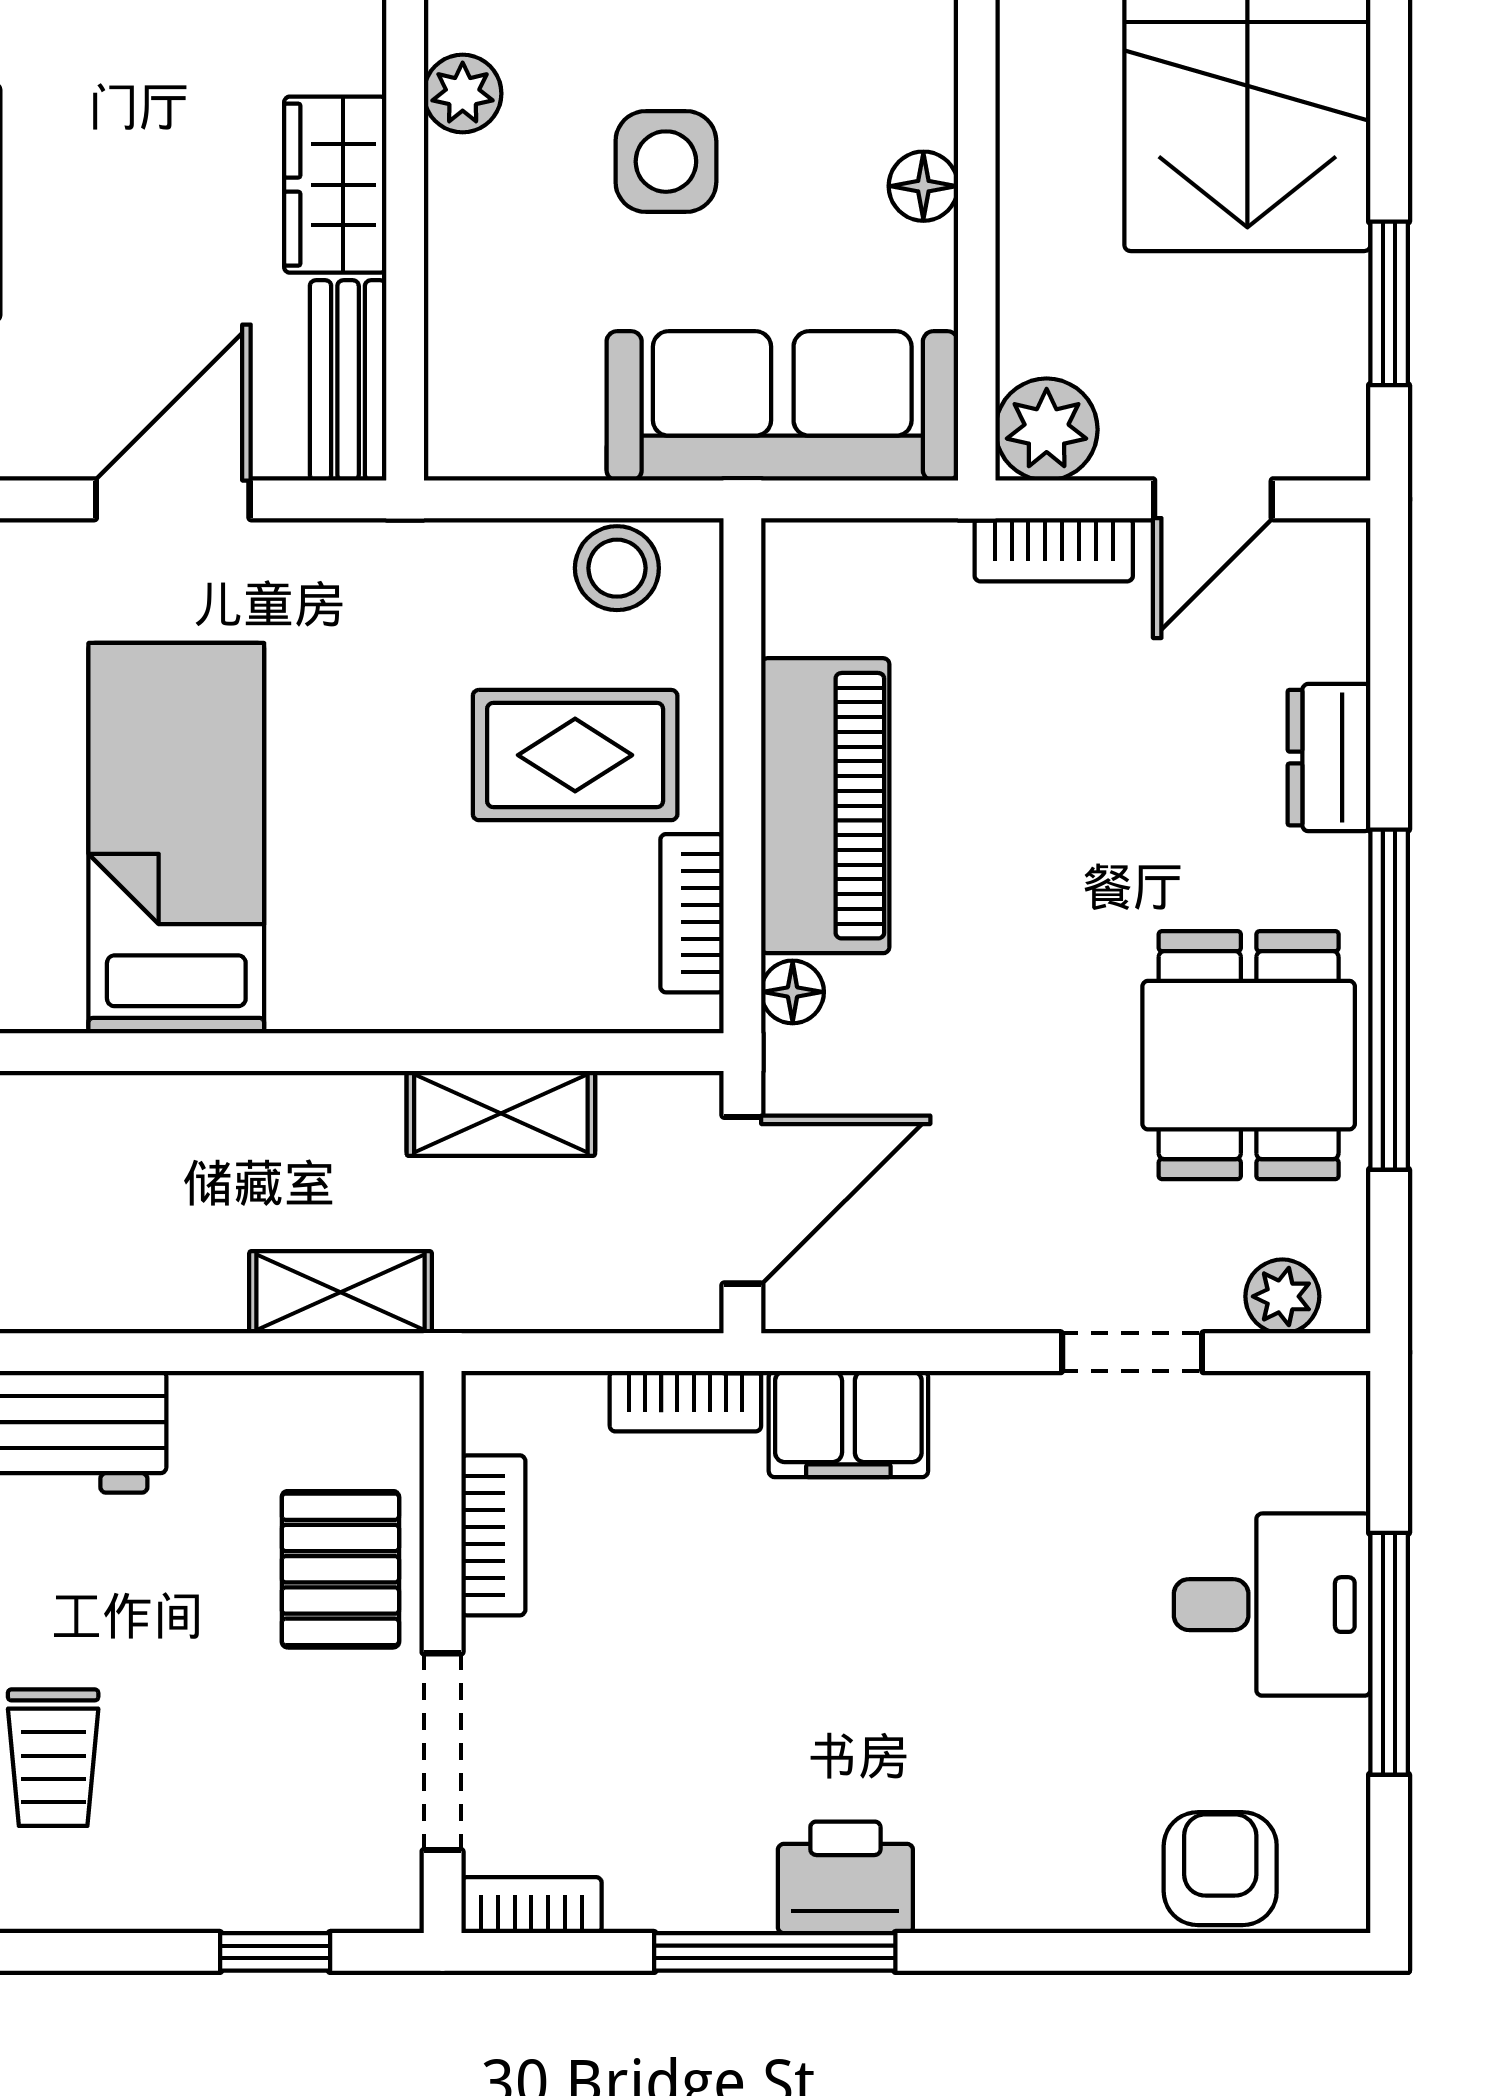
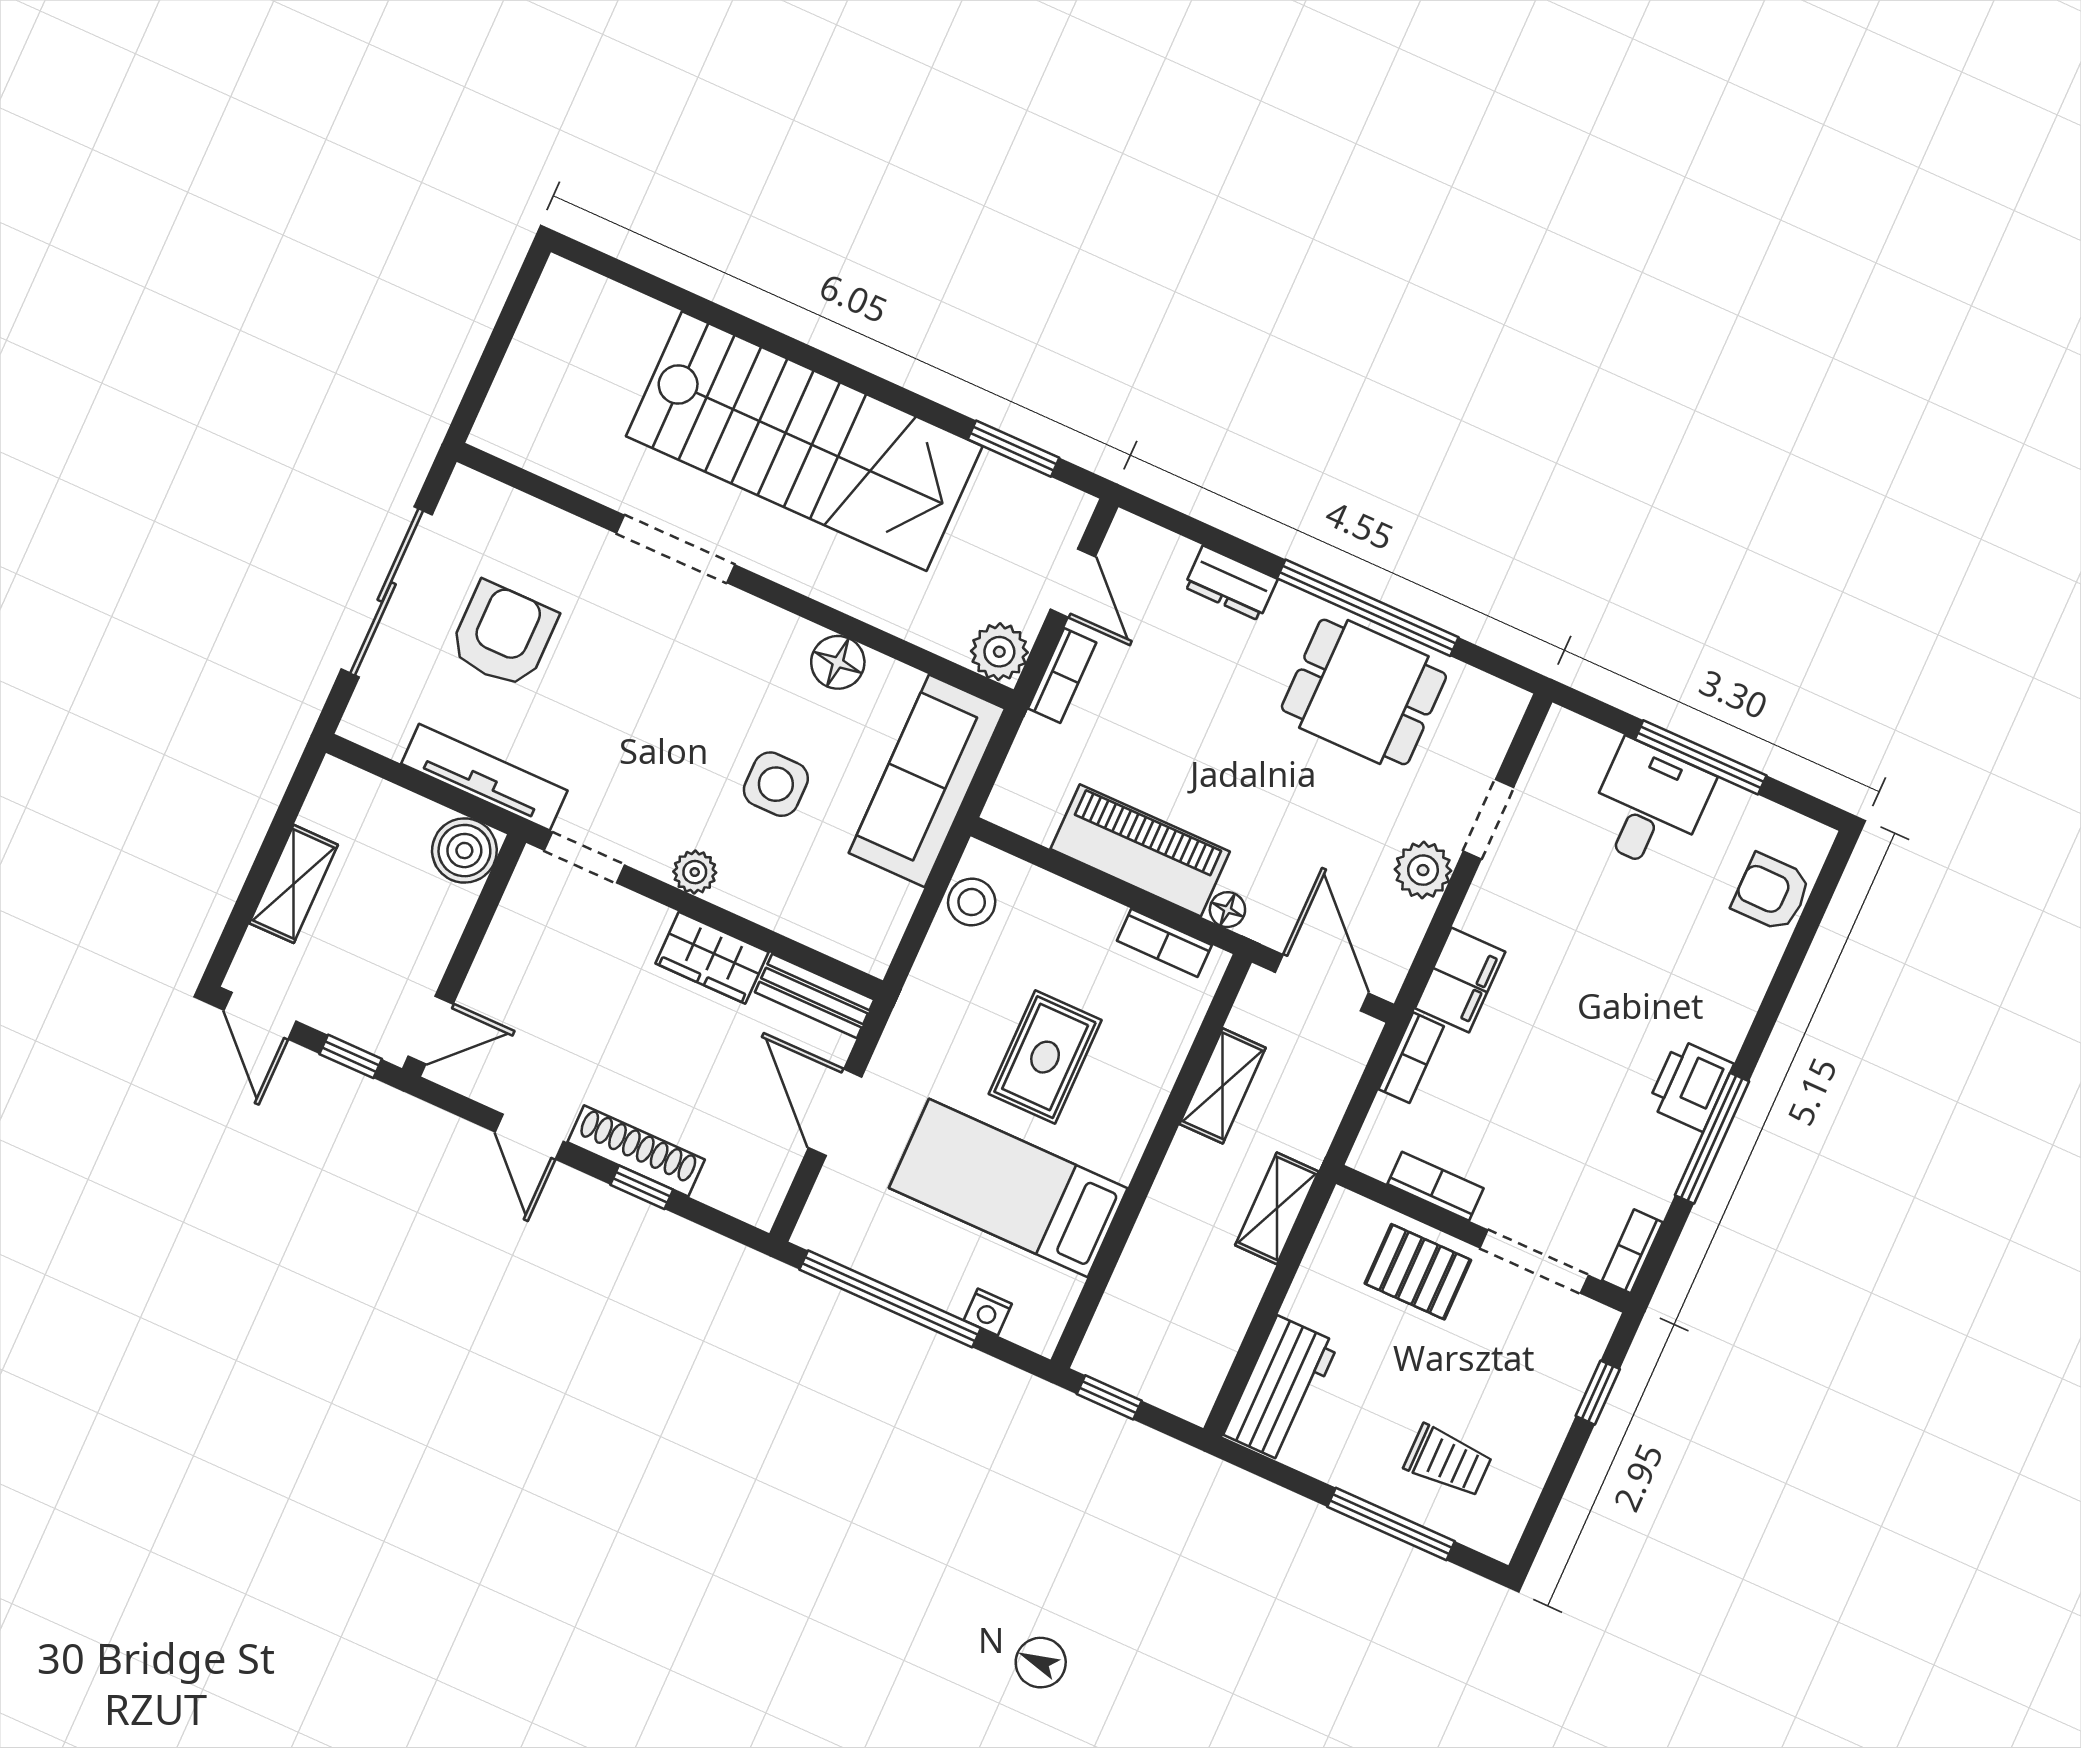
floor lamp: (923, 186) -> (838, 662), width x1.37, depth x1.37
rug: (575, 755) -> (1045, 1057), moved
plant: (1282, 1296) -> (1423, 870), moved, width x1.38, depth x1.38

